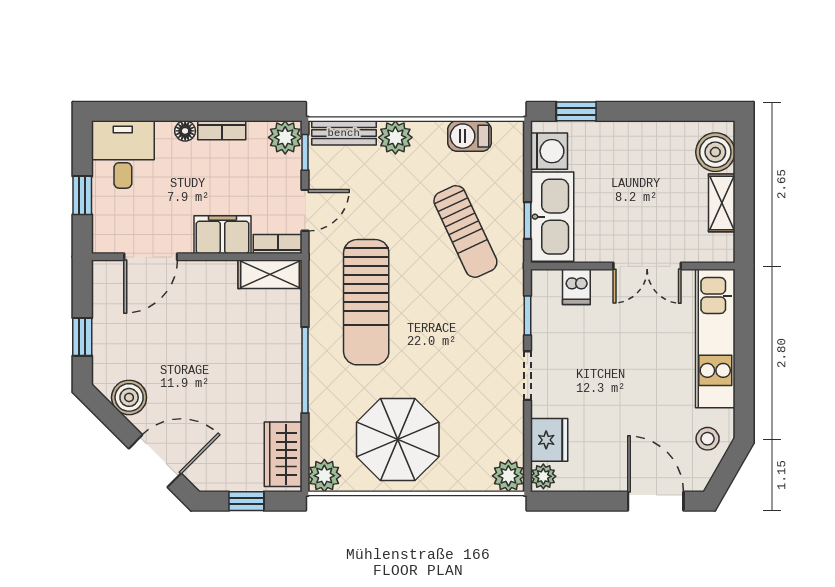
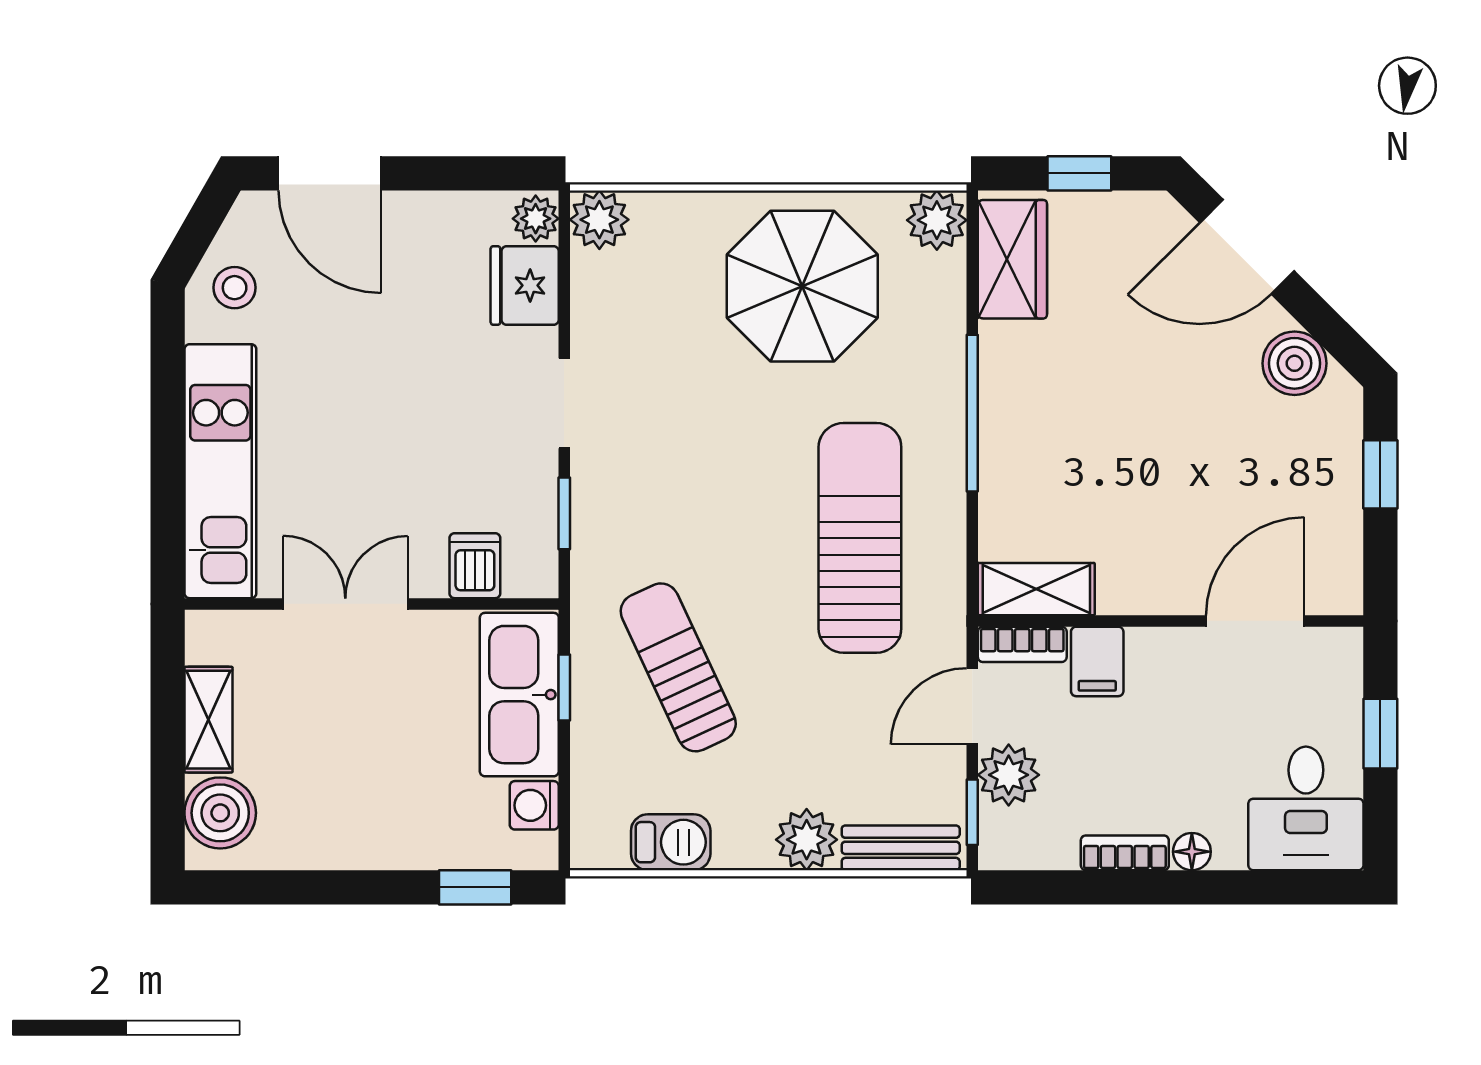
plant: (285, 137) -> (1009, 775), moved
washing machine: (549, 151) -> (534, 805), width x0.73, depth x0.73
filing cabinet: (223, 235) -> (1097, 661), width x0.50

